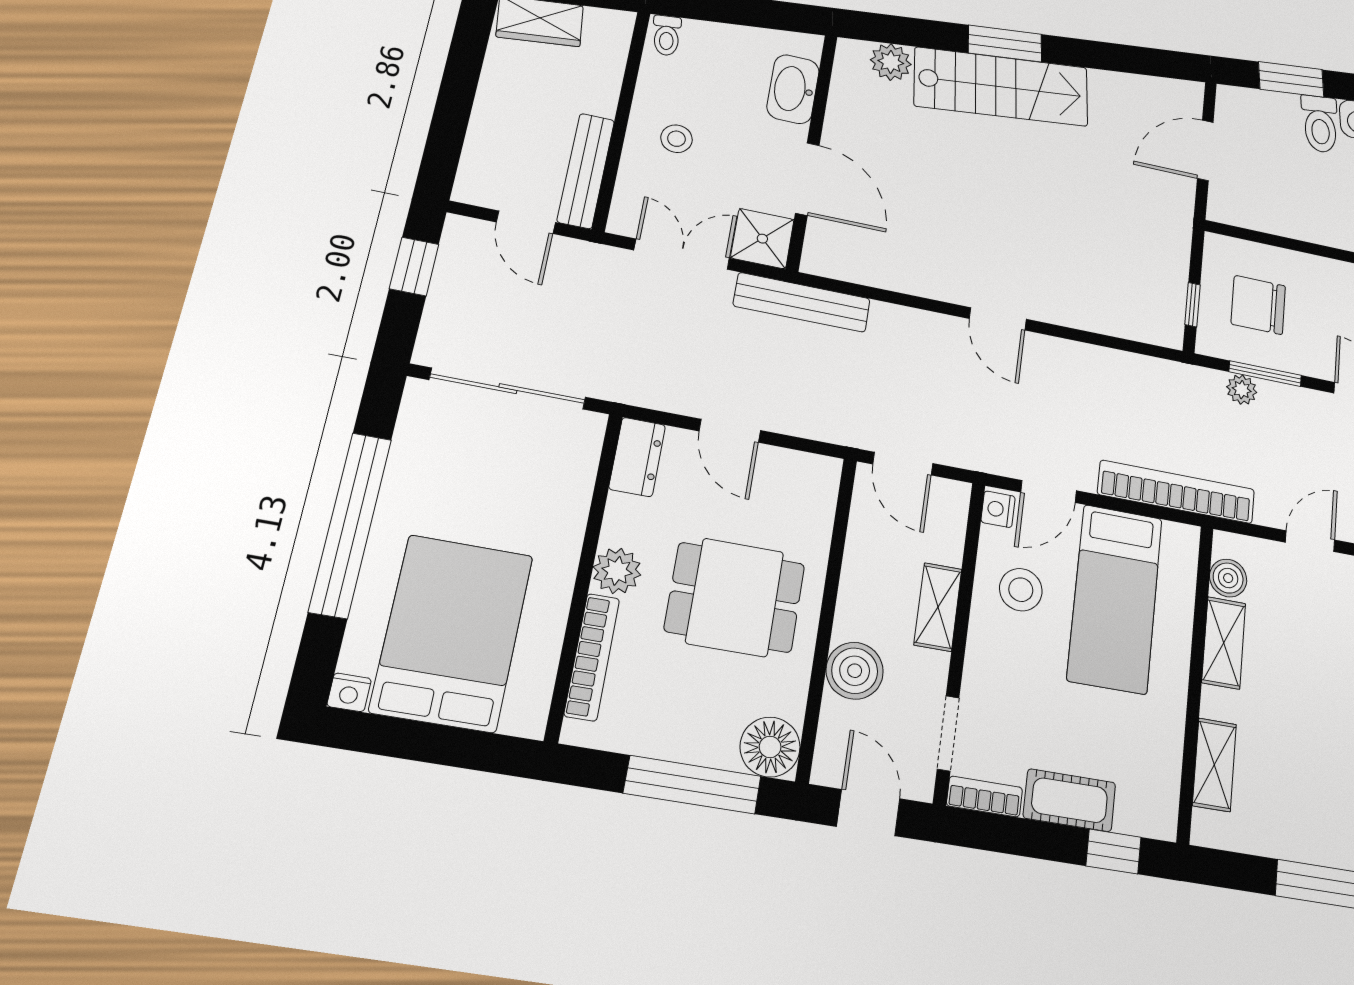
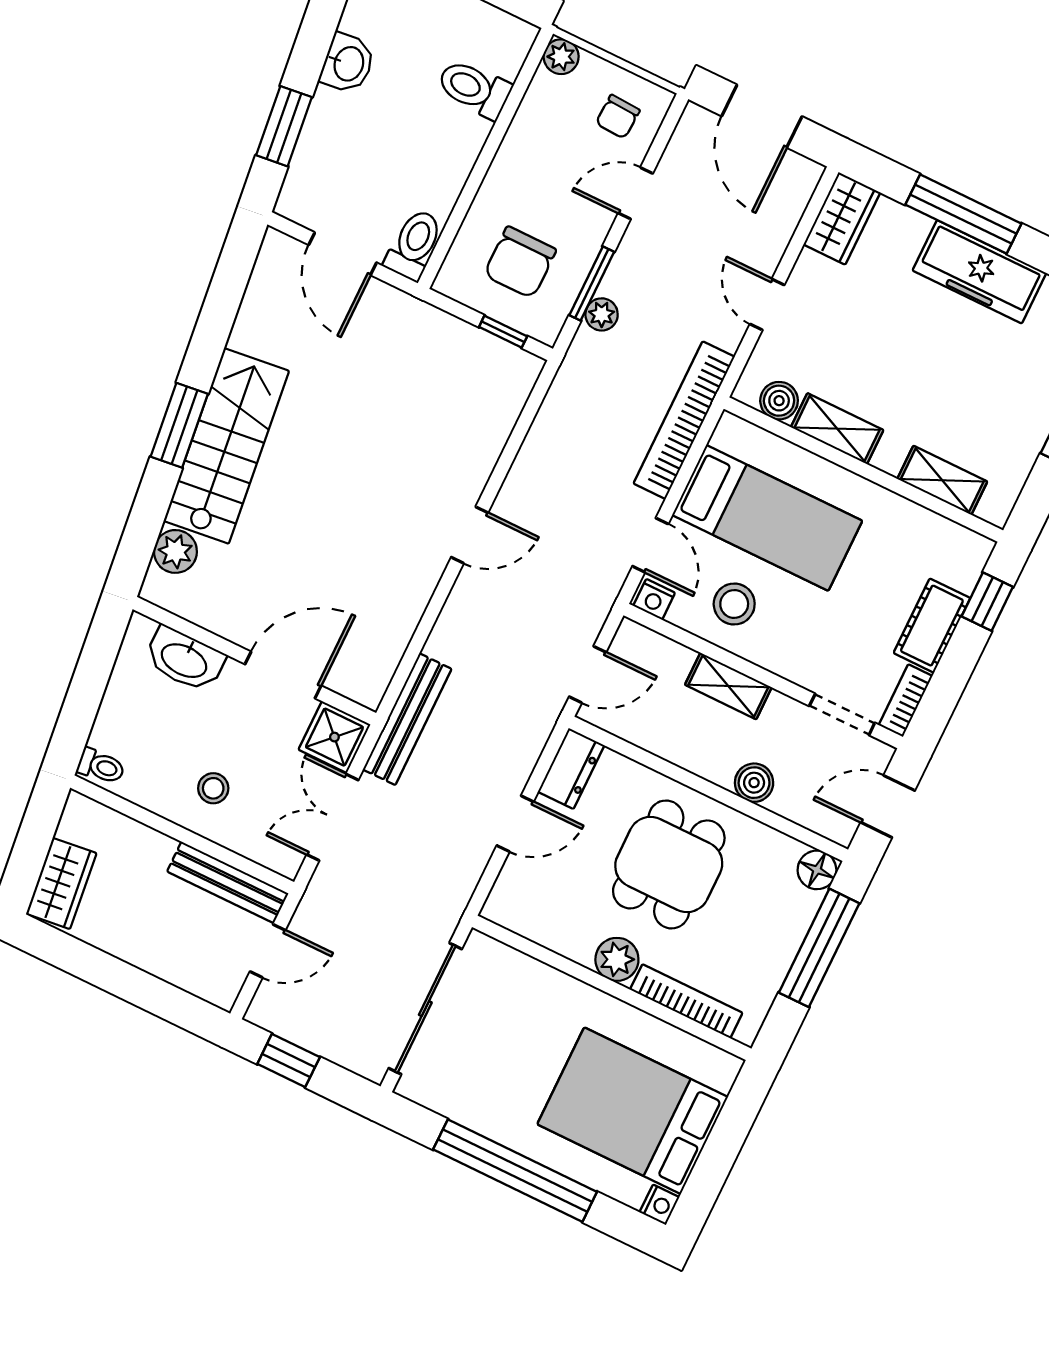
toilet: (1320, 124) -> (414, 245), moved, turned -83
dresser: (637, 457) -> (571, 768), moved, turned 90
boiler: (855, 671) -> (754, 783), width x0.73, depth x0.73
floor lamp: (770, 747) -> (817, 870), width x0.73, depth x0.73

